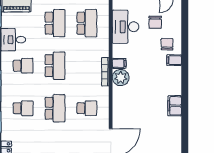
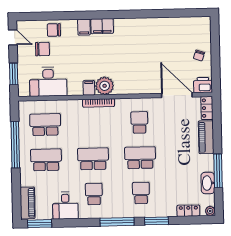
chair: (167, 44) -> (54, 30), moved
filing cabinet: (175, 106) -> (102, 26), moved

